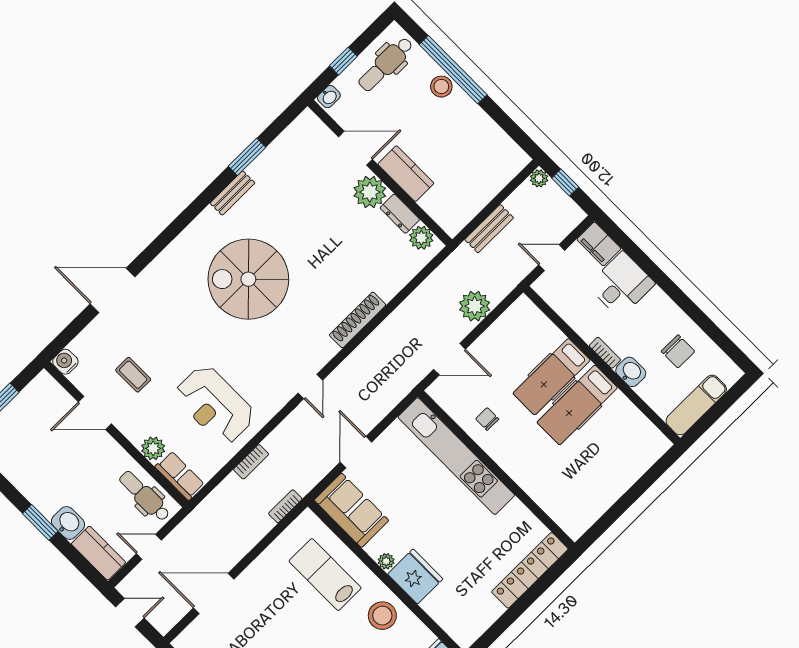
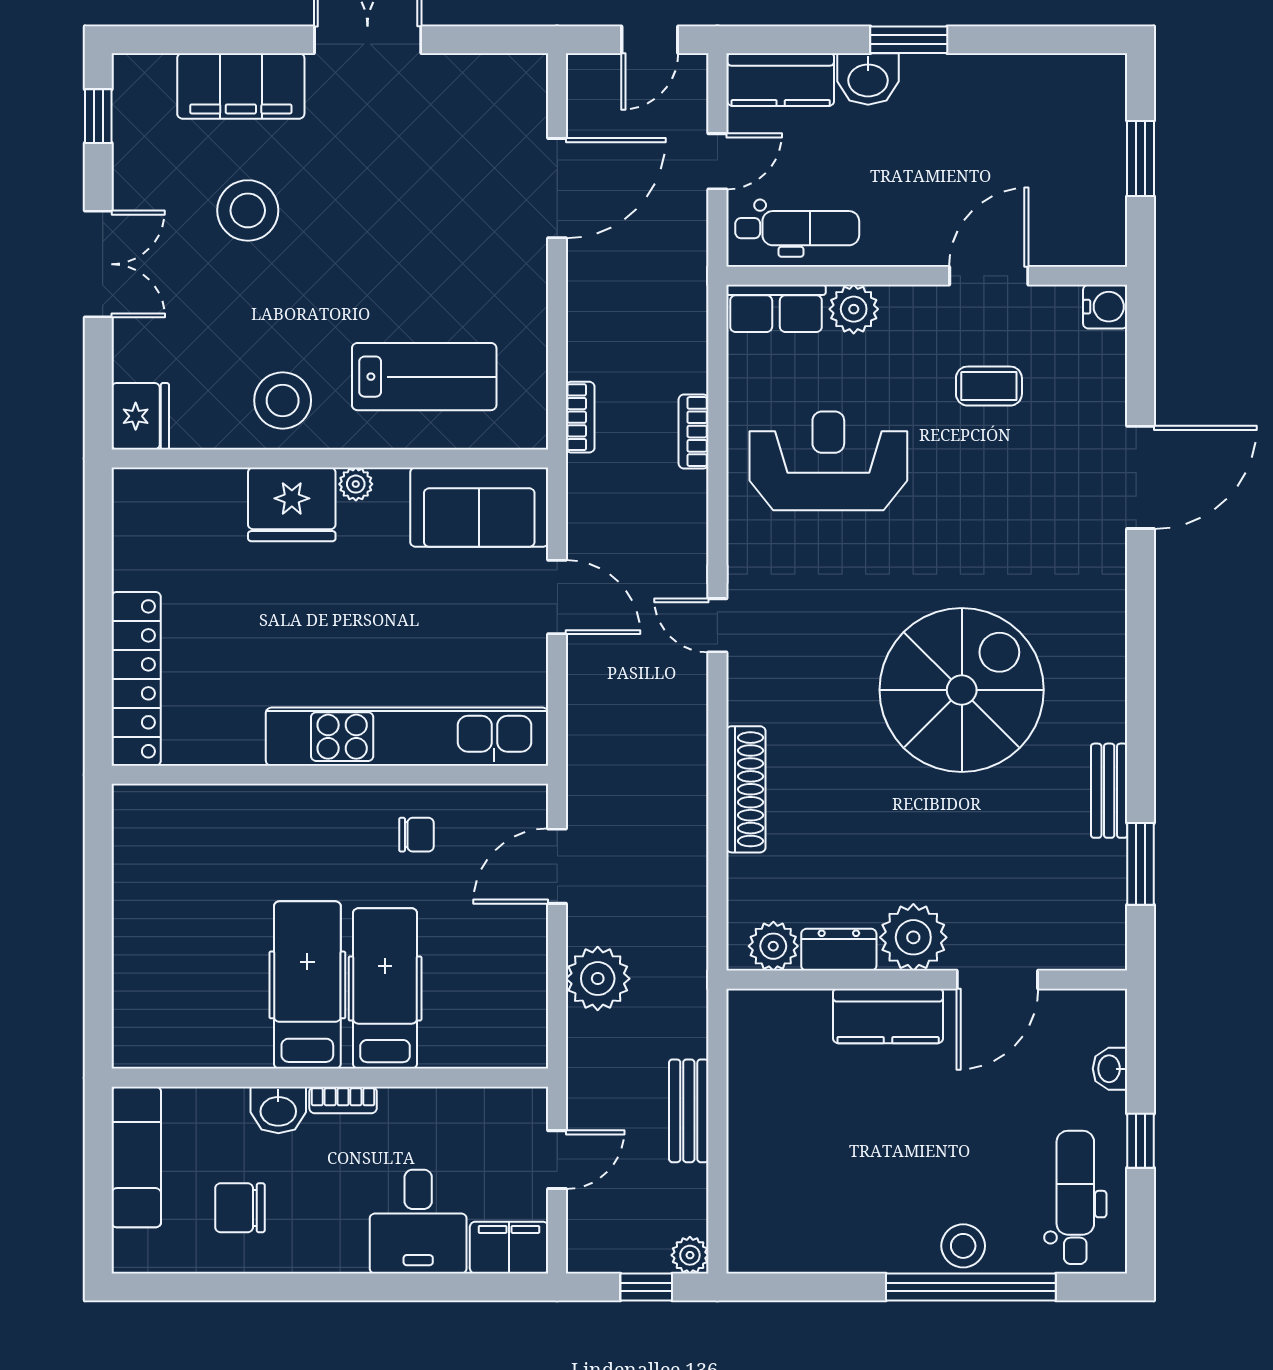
door: (355, 148) -> (997, 980), moved
wall: (380, 173) -> (927, 980), moved
kitchen counter: (406, 174) -> (888, 1016), moved
plant: (370, 192) -> (913, 937), moved
dresser: (400, 214) -> (839, 950), moved
plant: (421, 238) -> (773, 946), moved

